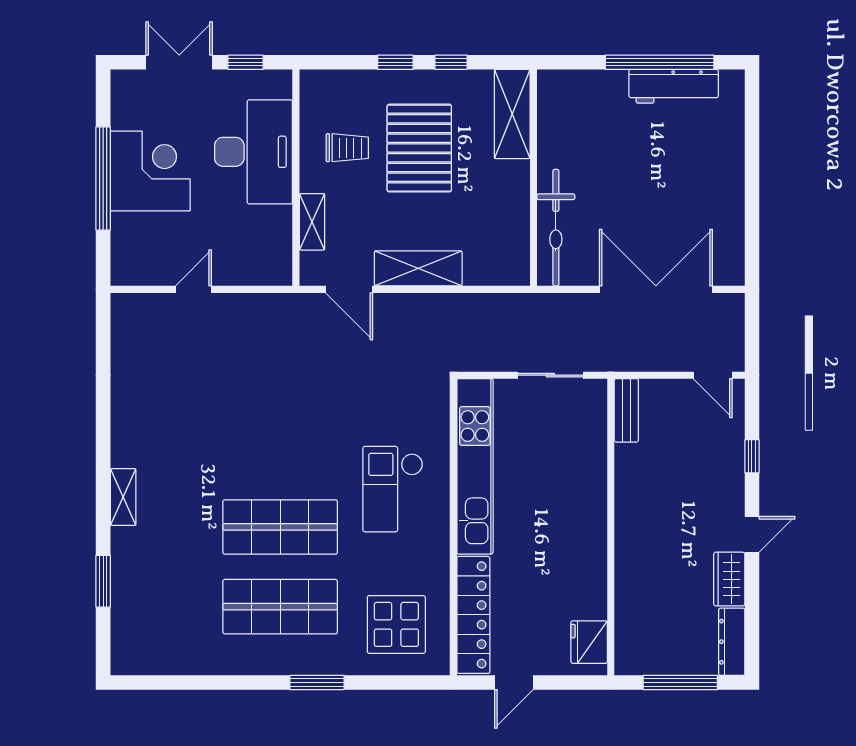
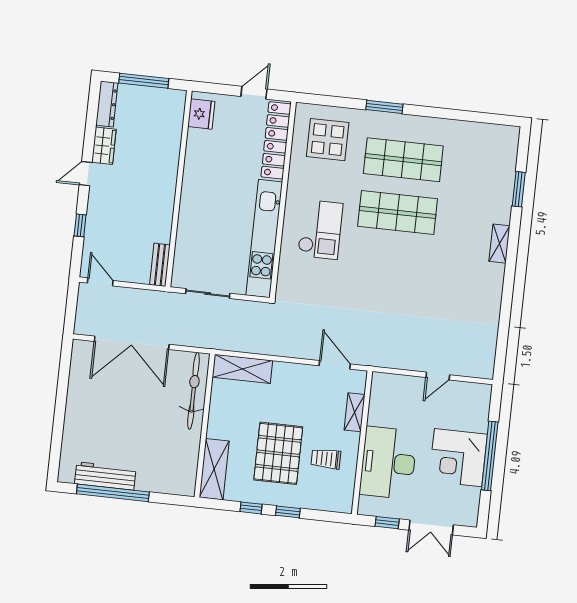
shelving: (418, 268) -> (242, 369), moved

